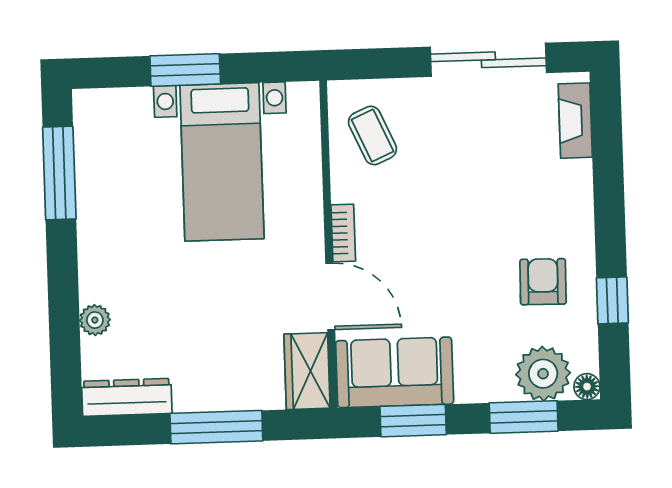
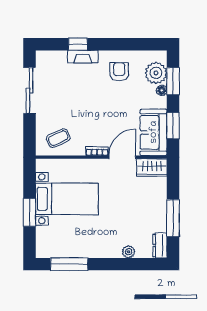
fireplace: (575, 121) -> (83, 57), moved
armchair: (543, 282) -> (119, 72), turned 89
window: (612, 300) -> (78, 44), moved
floor lamp: (587, 387) -> (162, 90), moved
dresser: (127, 397) -> (160, 246), width x0.70
window: (216, 427) -> (173, 218), moved

